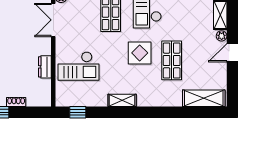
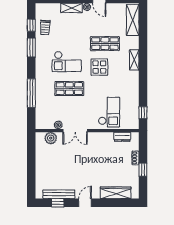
dresser: (45, 67) -> (122, 137), moved
shelving: (122, 100) -> (134, 60), moved

